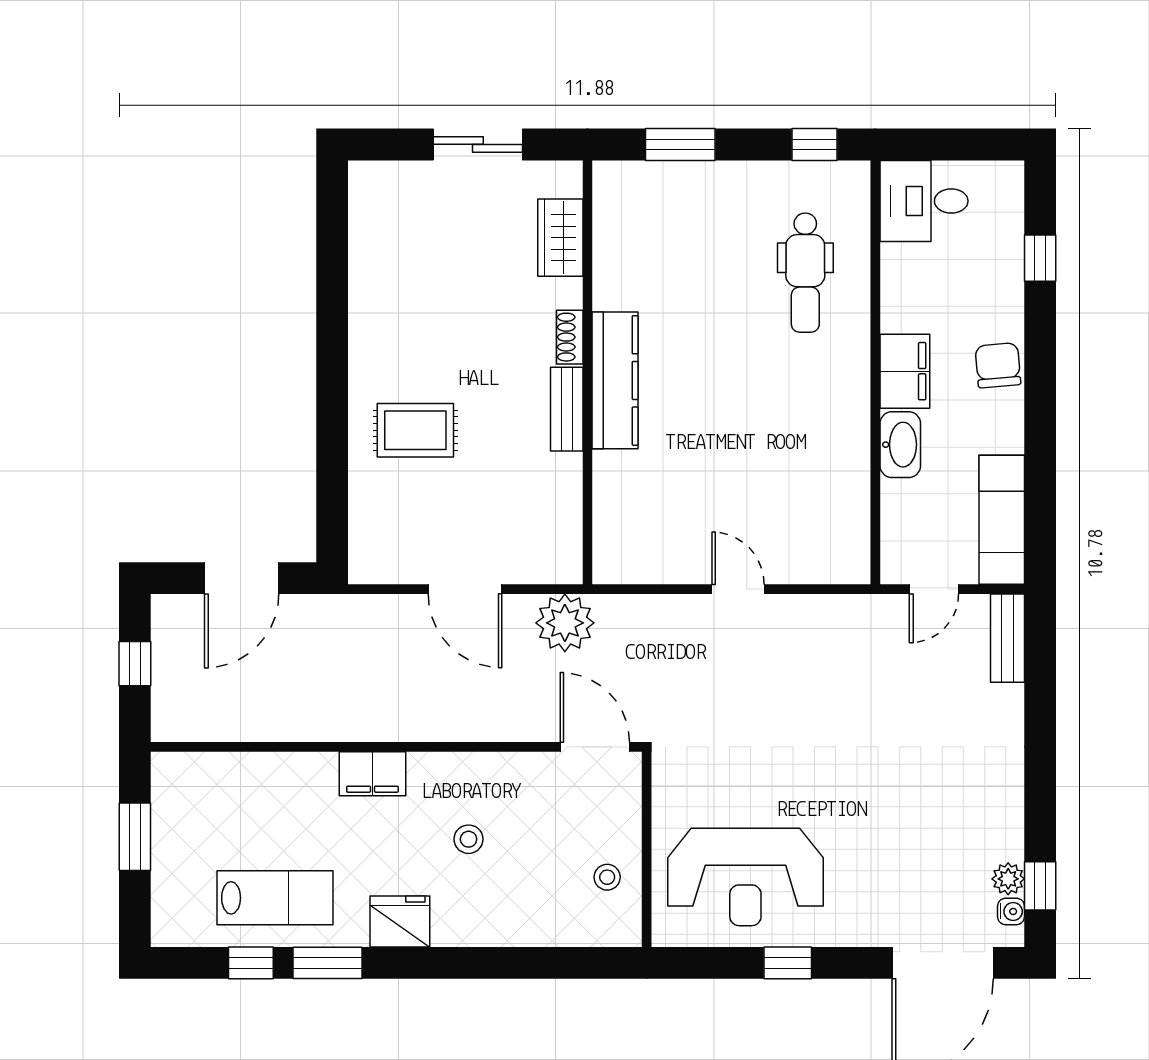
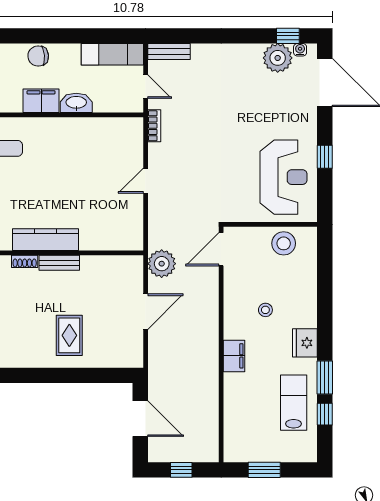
bookcase: (853, 607) -> (154, 126), added
stool: (607, 877) -> (284, 243), width x1.89, depth x1.89
plant: (1008, 879) -> (278, 58), width x1.88, depth x1.88

